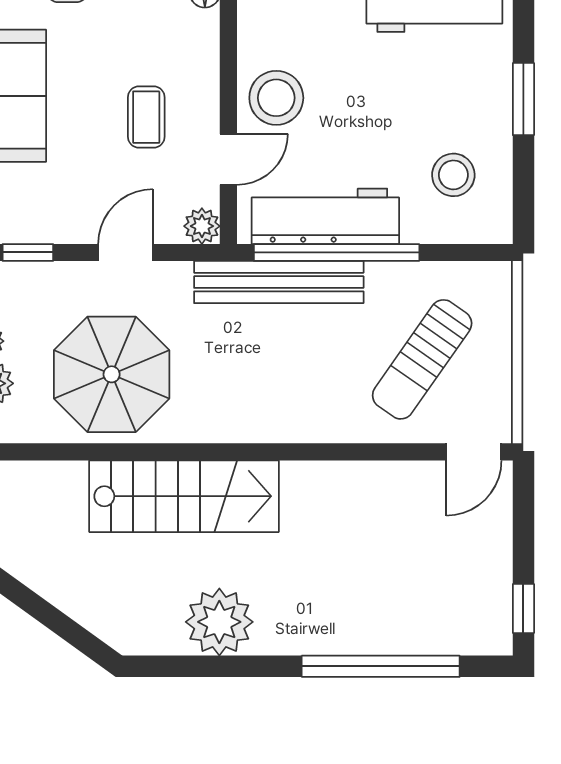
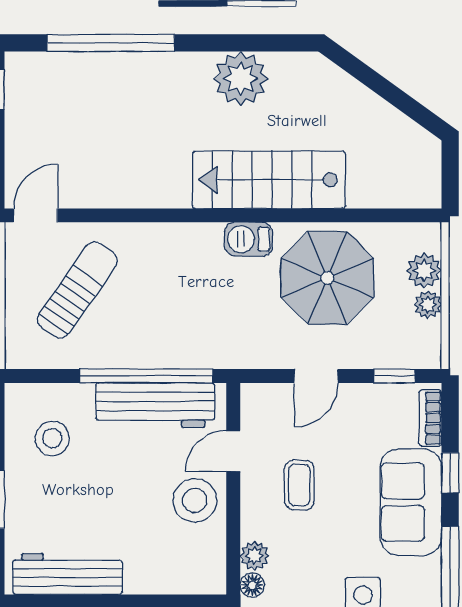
plant: (202, 226) -> (255, 556), moved
bench: (279, 282) -> (193, 352), removed
barbecue: (209, 422) -> (249, 239), added

